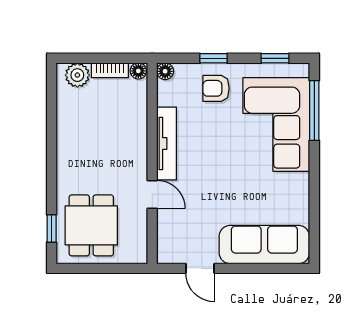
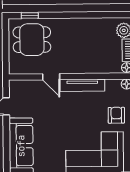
door: (152, 194) -> (51, 77), hinge flipped

